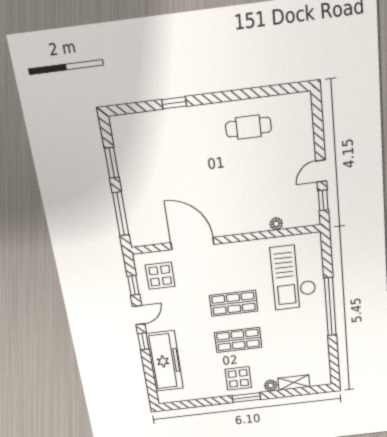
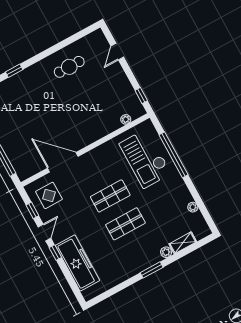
door: (321, 171) -> (117, 52), moved
plant: (276, 224) -> (126, 119), moved
window: (330, 307) -> (174, 155), moved
plant: (323, 350) -> (193, 207), added
display table: (238, 378) -> (139, 256), removed

